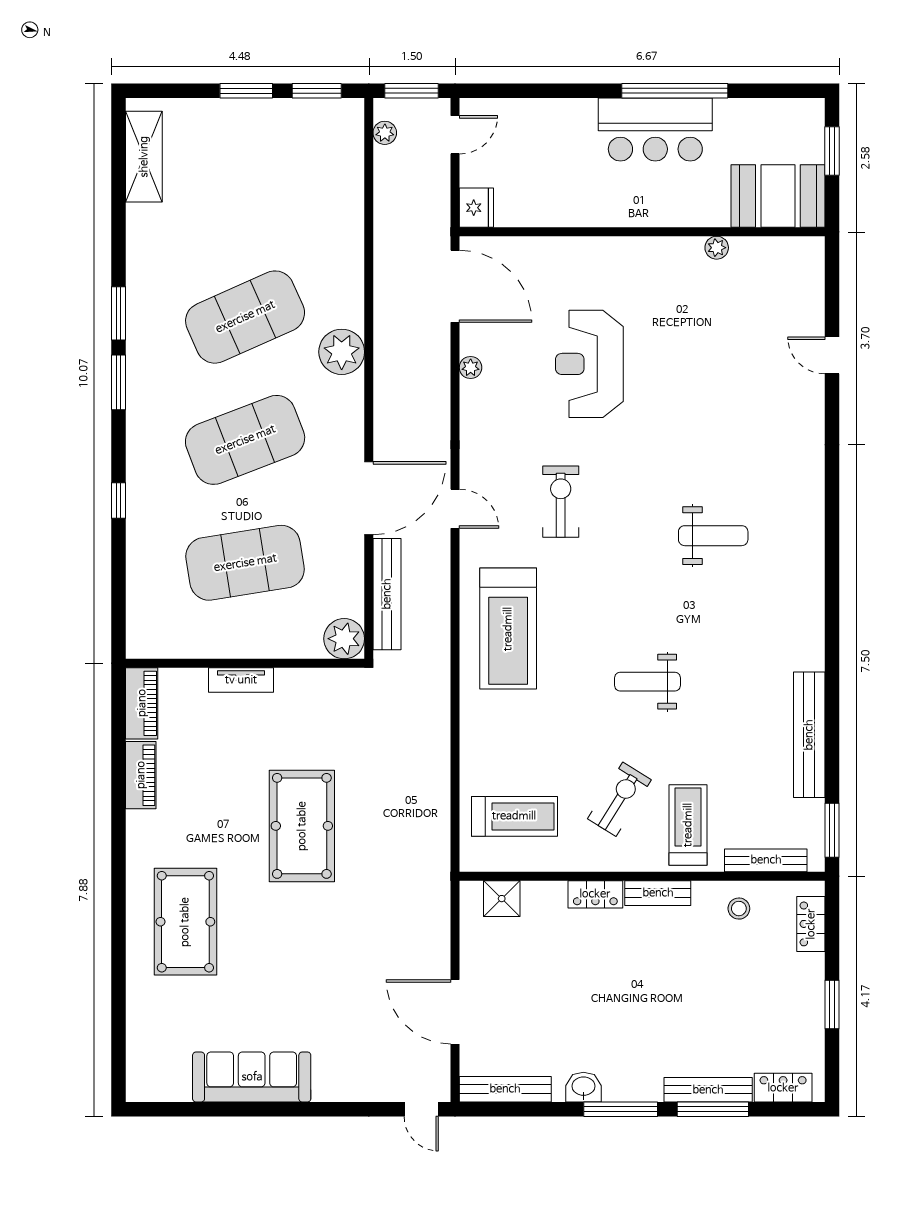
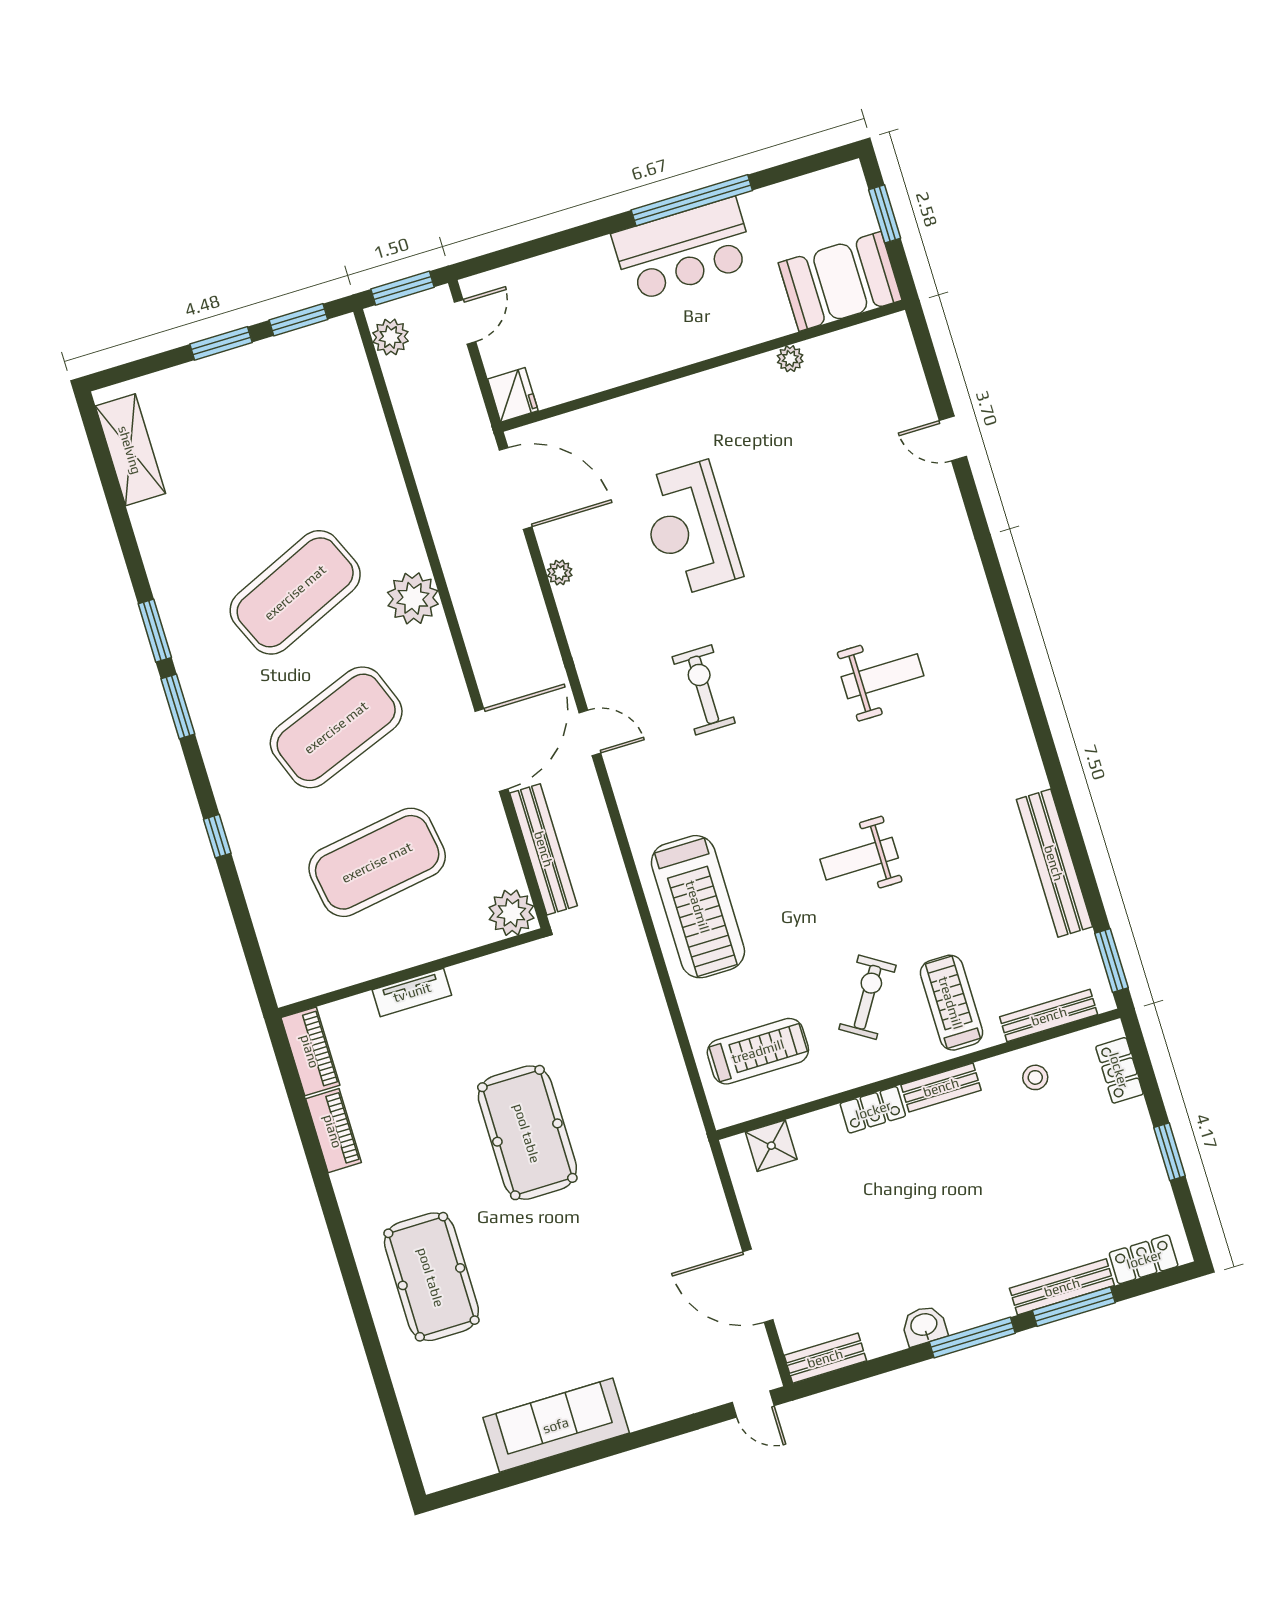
plant: (385, 133) -> (390, 337), width x1.38, depth x1.38
treadmill: (508, 629) -> (698, 907), moved
bench: (505, 1089) -> (825, 1358), width x0.73

